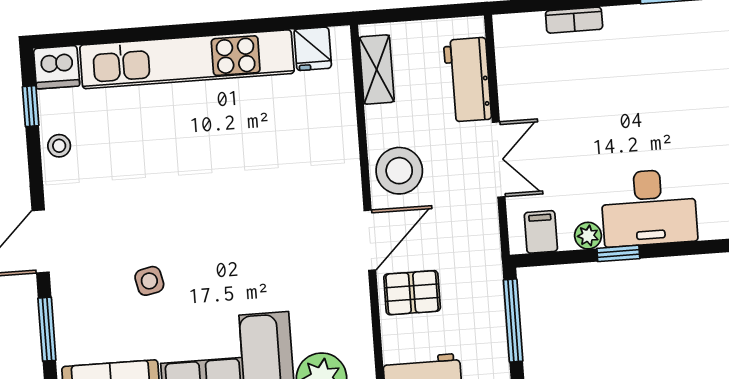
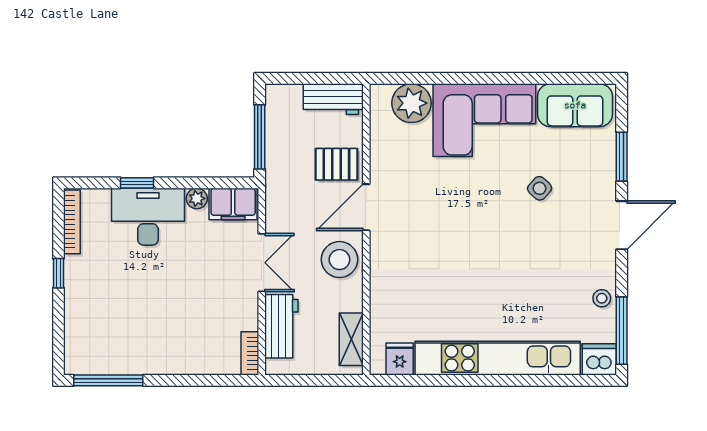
bookcase: (574, 20) -> (250, 353), moved, turned -90
window: (31, 106) -> (622, 331), width x2.17
double door: (499, 159) -> (262, 263), swing flipped
filing cabinet: (541, 232) -> (233, 204), width x2.00
window: (618, 253) -> (137, 183), moved
side table: (149, 281) -> (540, 188), turned -36

